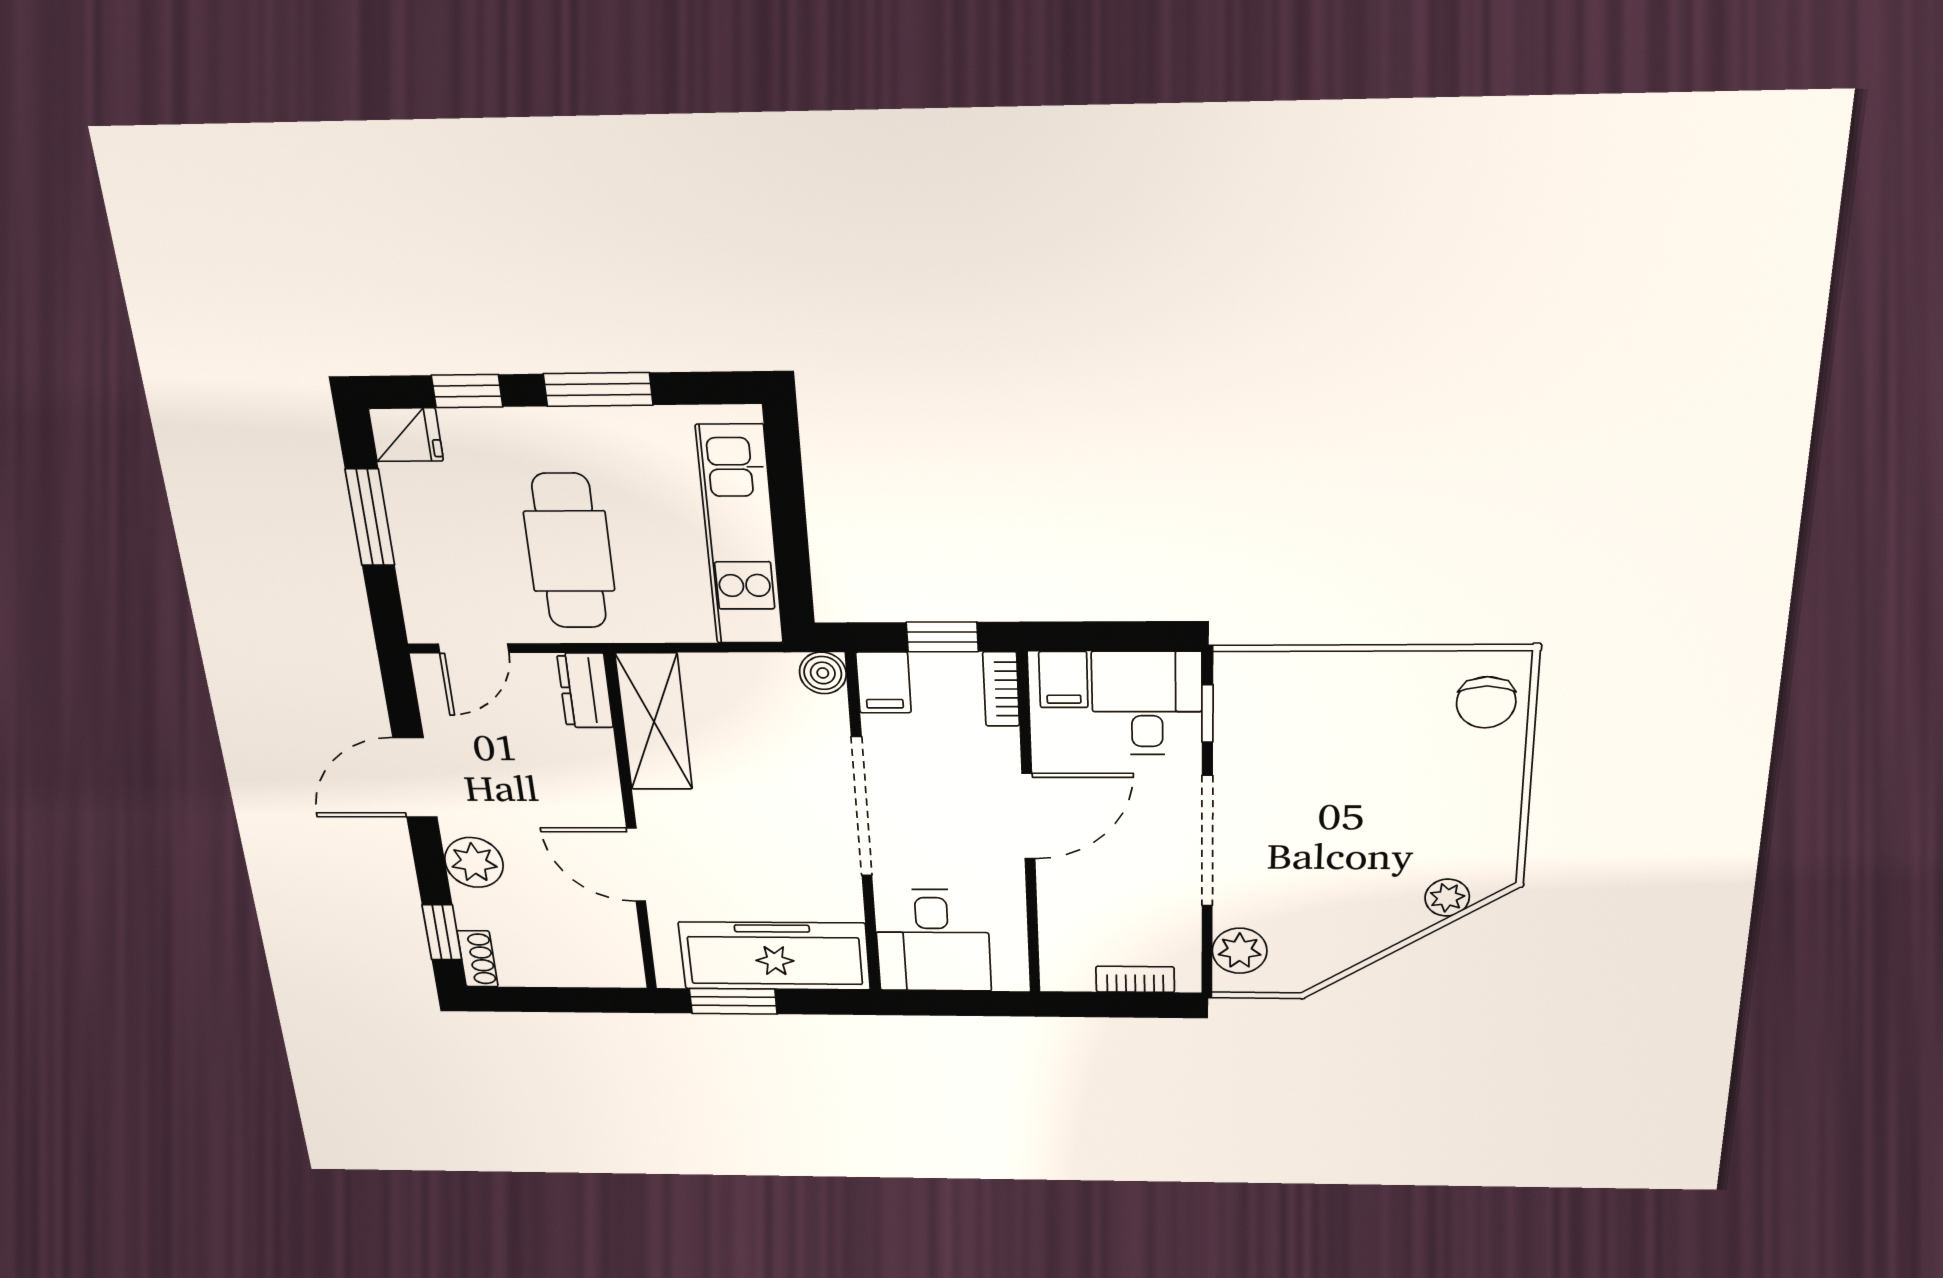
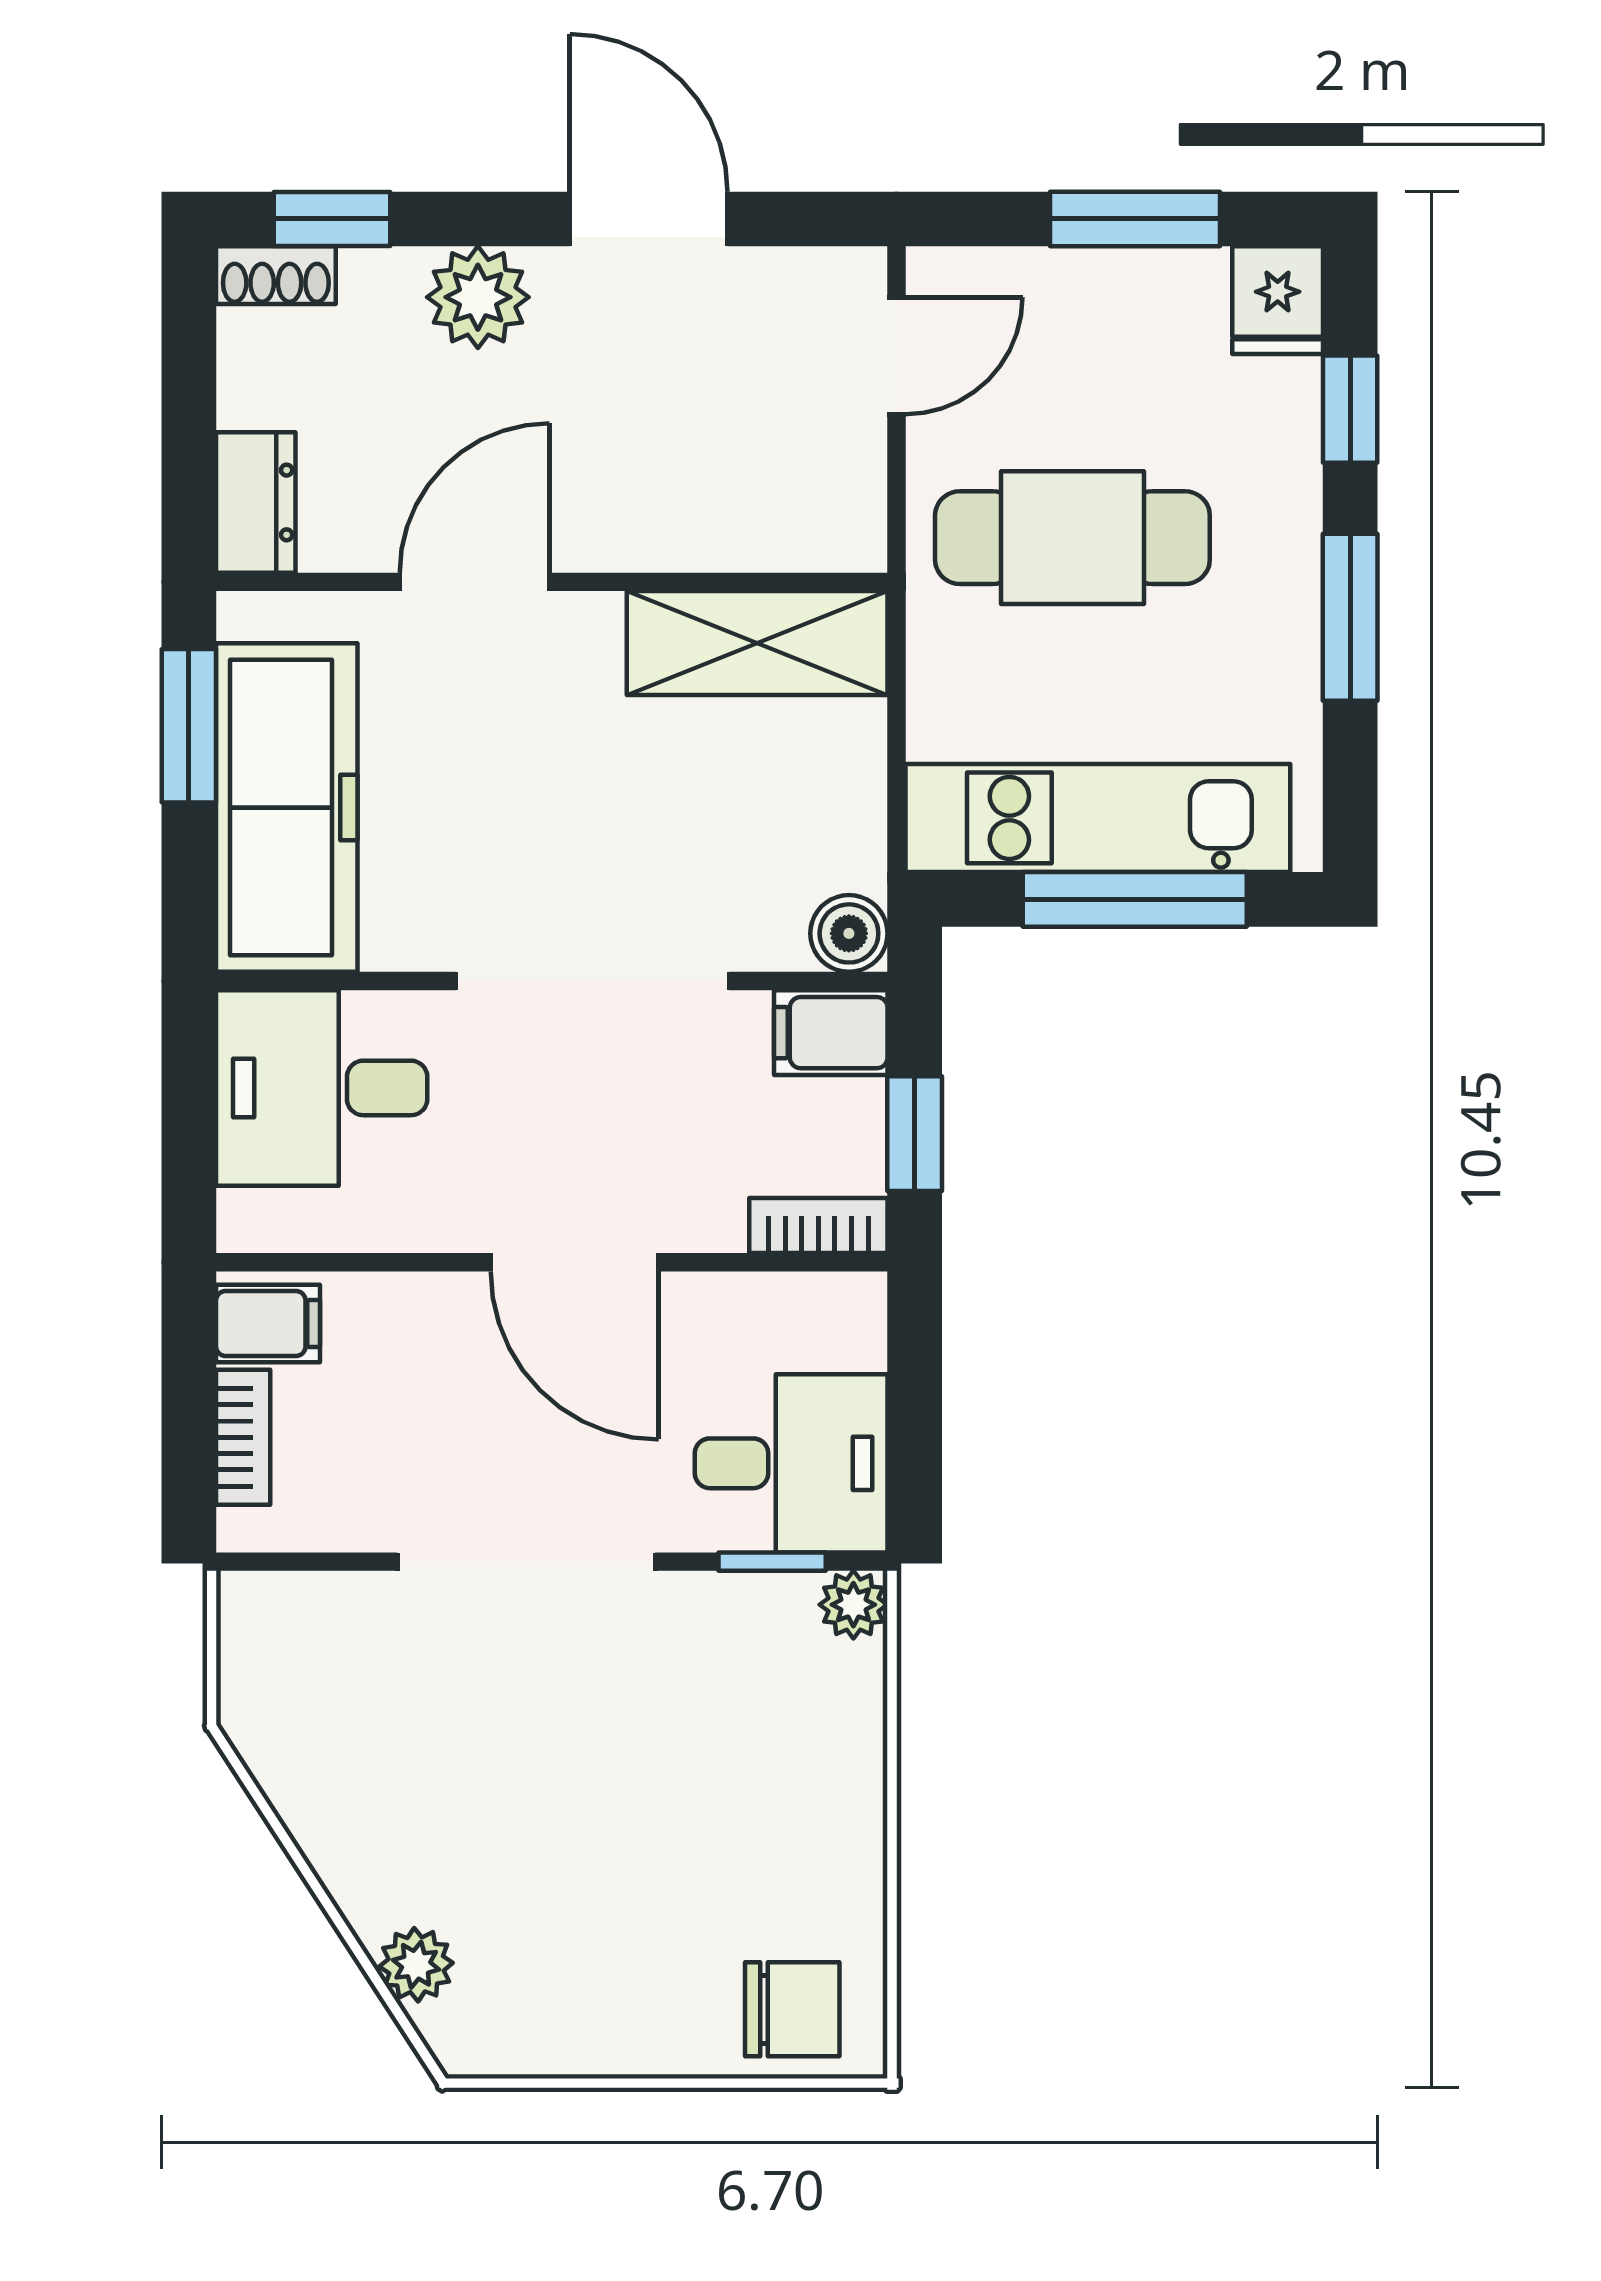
window: (789, 514) -> (1135, 899), added
door: (474, 648) -> (897, 356), swing flipped
filing cabinet: (1063, 680) -> (268, 1324), moved, turned 180
dresser: (585, 690) -> (256, 502), moved, turned 90
chair: (1486, 702) -> (792, 2009), turned 180
plant: (1240, 951) -> (853, 1605), moved, width x0.73, depth x0.73

